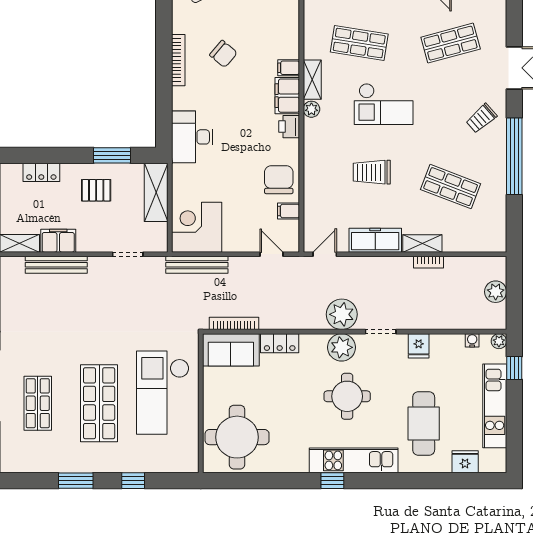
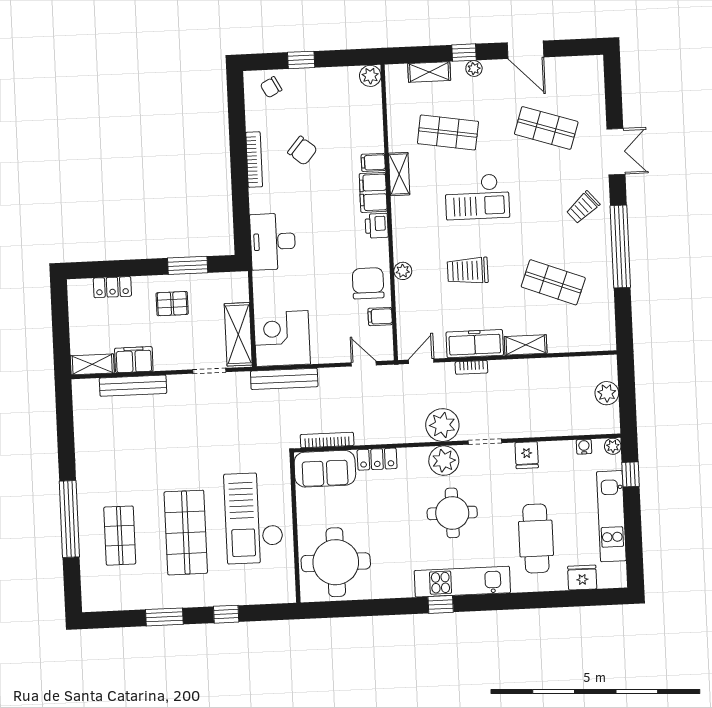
shop shelf: (451, 43) -> (546, 128), turned 33
plant: (311, 109) -> (403, 271), moved
shelving: (156, 192) -> (238, 334), moved
bookcase: (429, 262) -> (471, 367), moved

